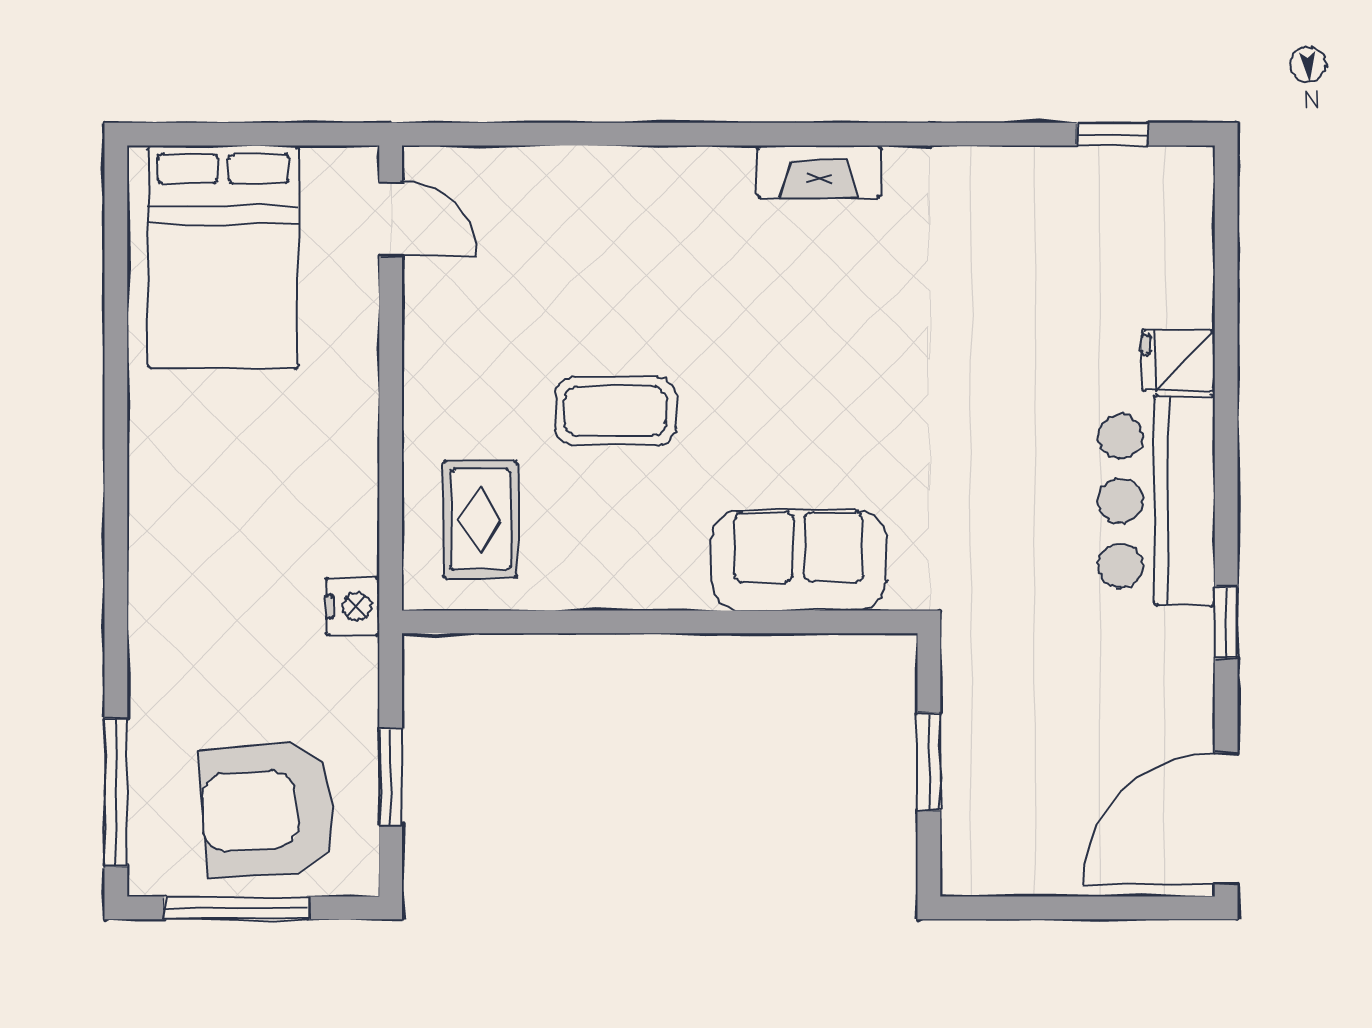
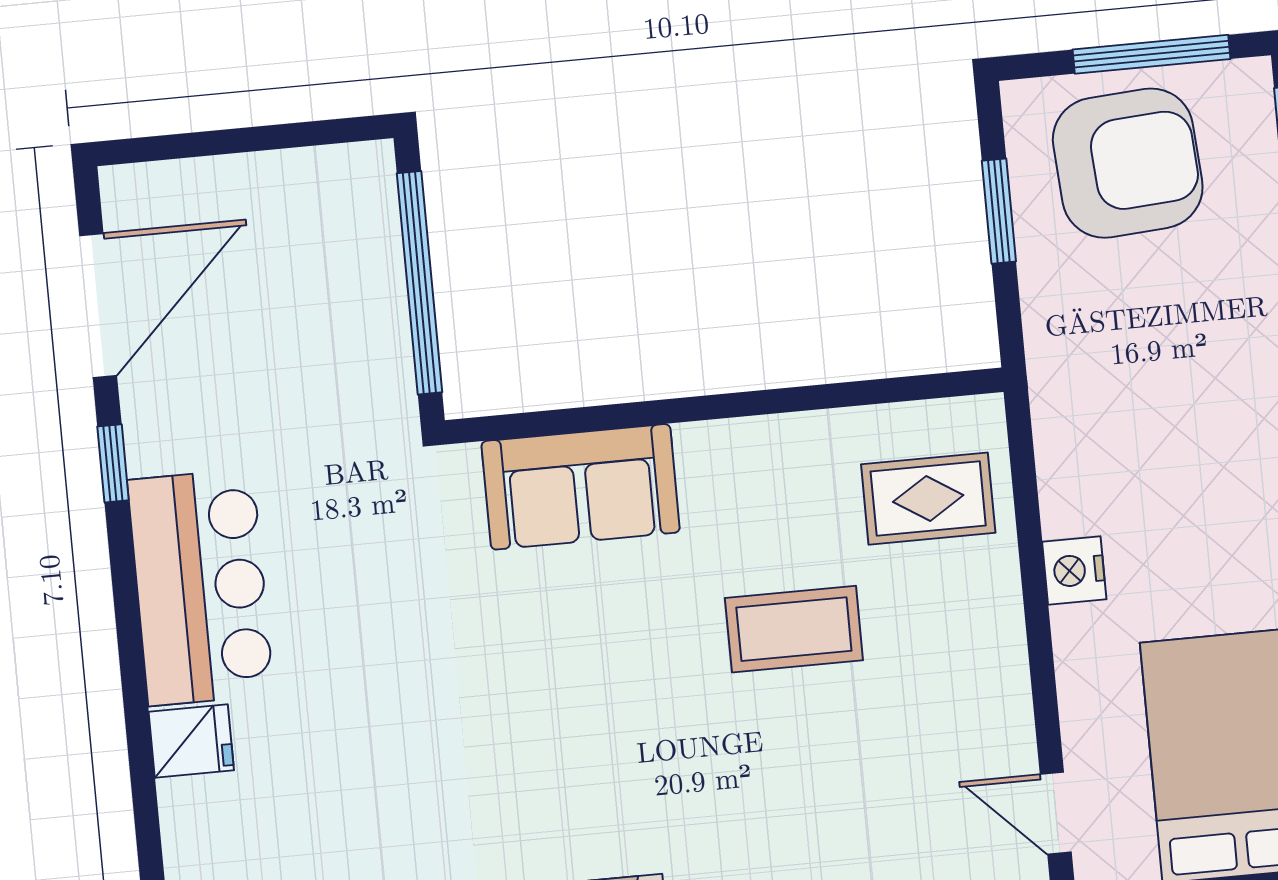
rug: (480, 519) -> (928, 499), turned 90
nightstand: (353, 607) -> (1074, 570), moved
window: (929, 762) -> (420, 283), width x2.11
door: (1226, 818) -> (98, 306), moved

